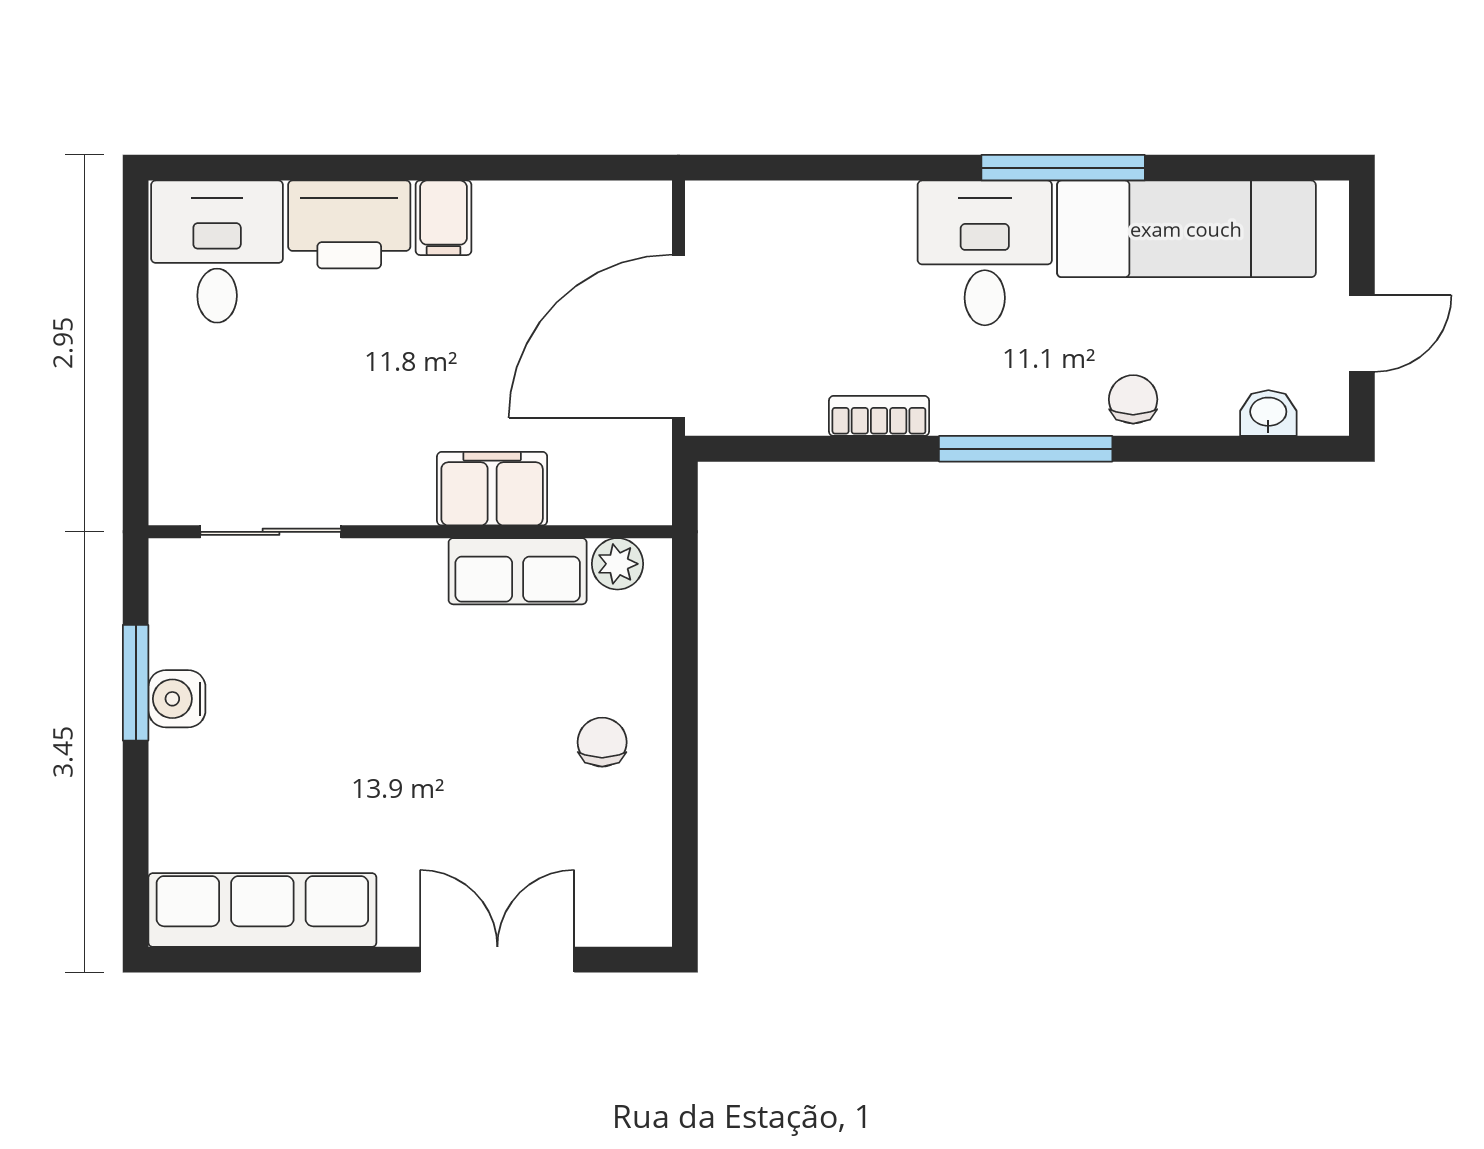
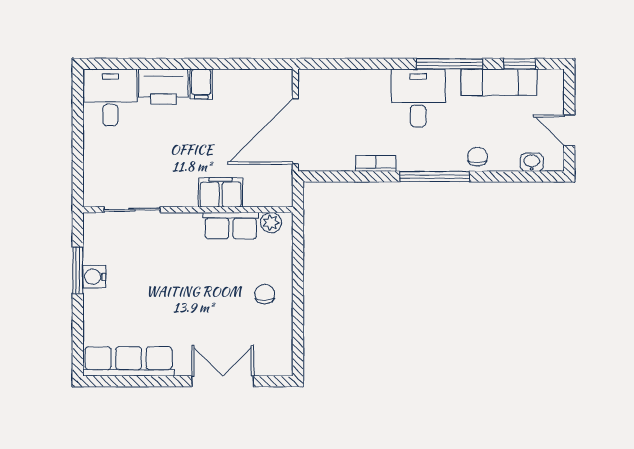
window: (1238, 168) -> (519, 64), added
exam couch: (1186, 229) -> (499, 82), width x0.73, depth x0.69
door: (1362, 333) -> (569, 130), swing flipped

